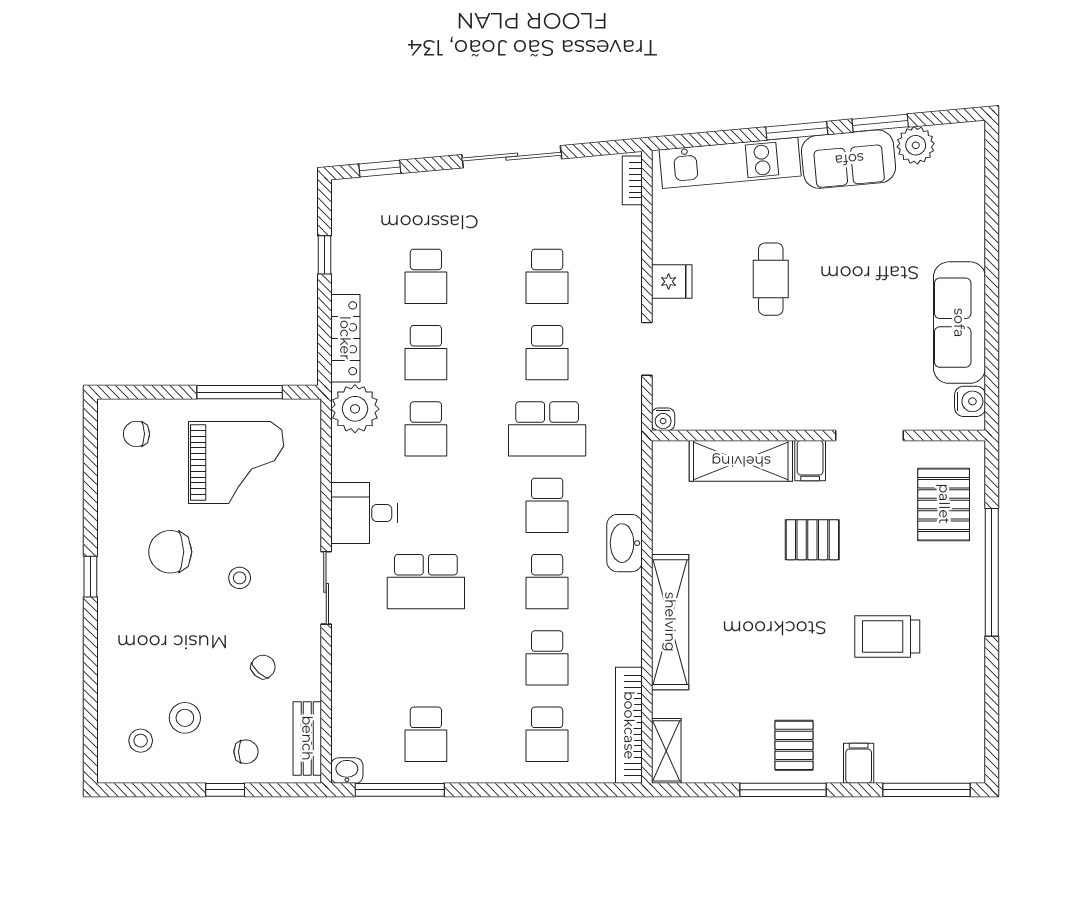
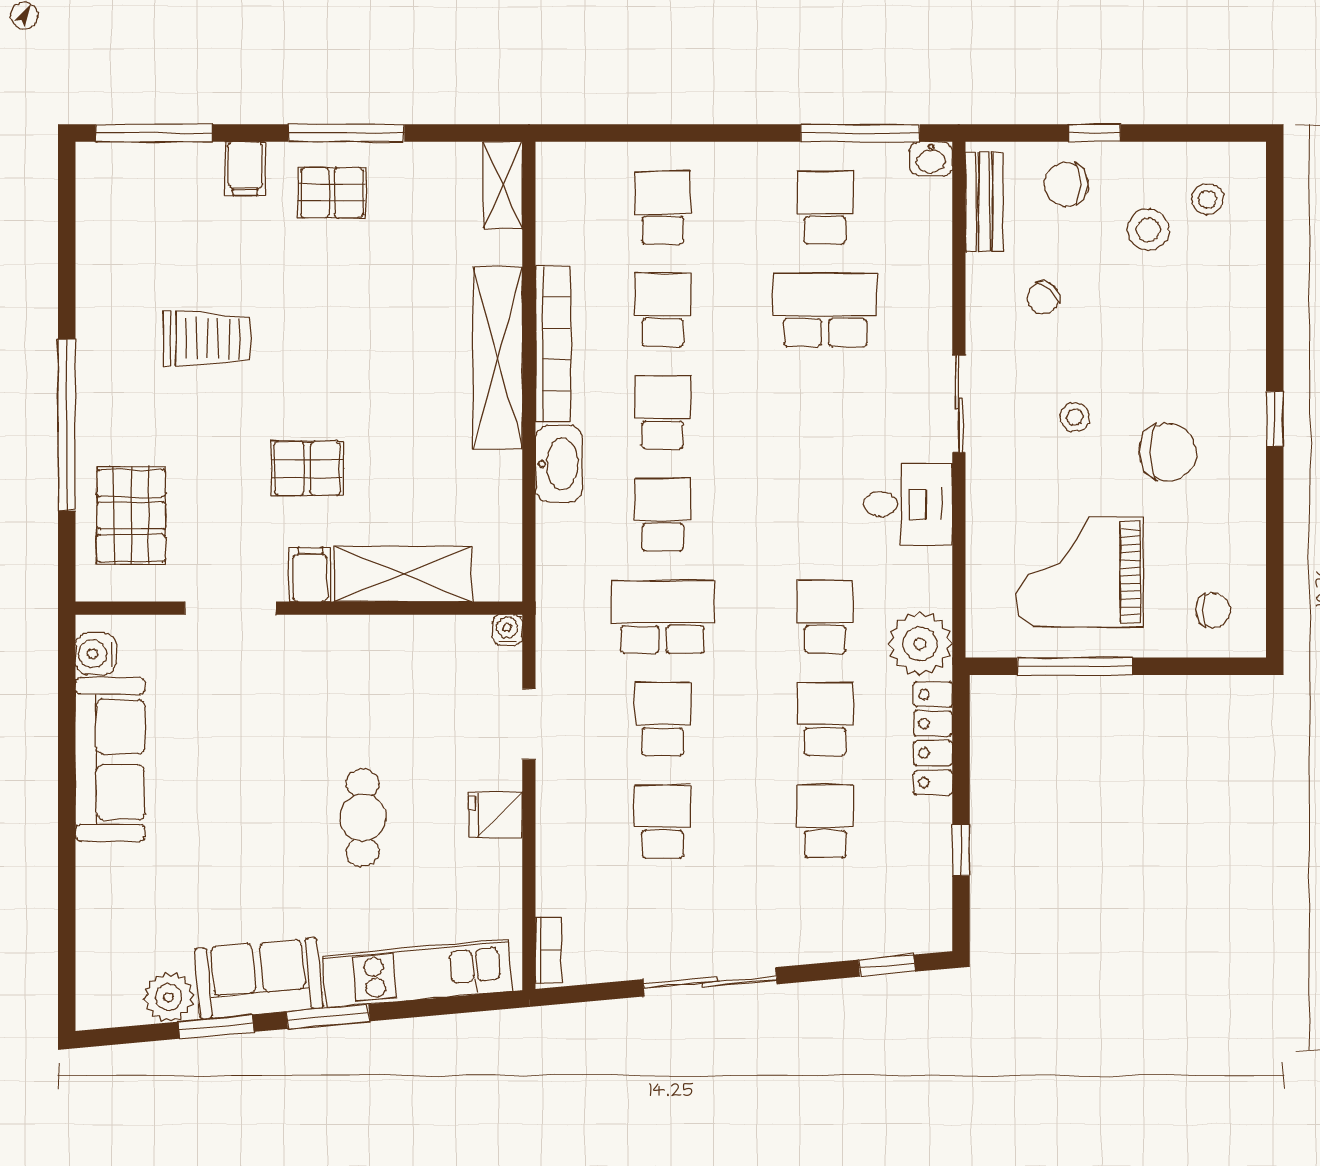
school desk: (426, 582) -> (825, 310), moved
bookcase: (629, 725) -> (553, 344), moved
pallet: (794, 745) -> (332, 193), turned 90
chair: (246, 752) -> (1066, 184), width x1.37, depth x1.37

